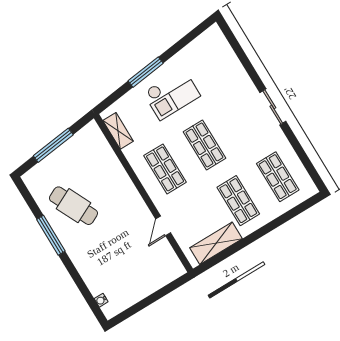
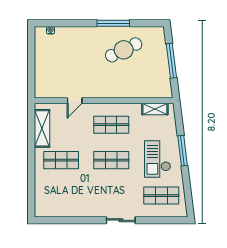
sliding door: (273, 107) -> (121, 220), moved
shop shelf: (278, 177) -> (161, 196), moved
door: (163, 226) -> (75, 101), swing flipped

